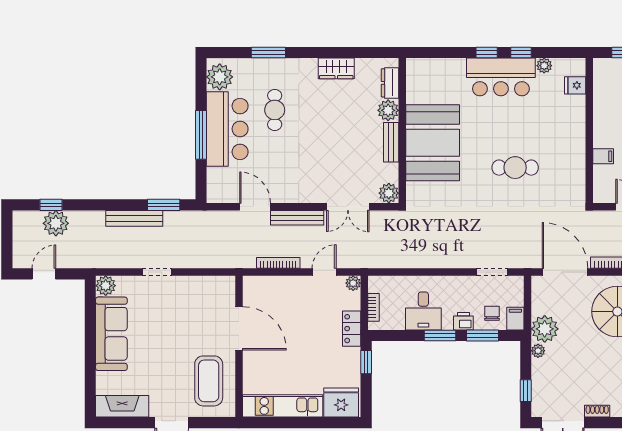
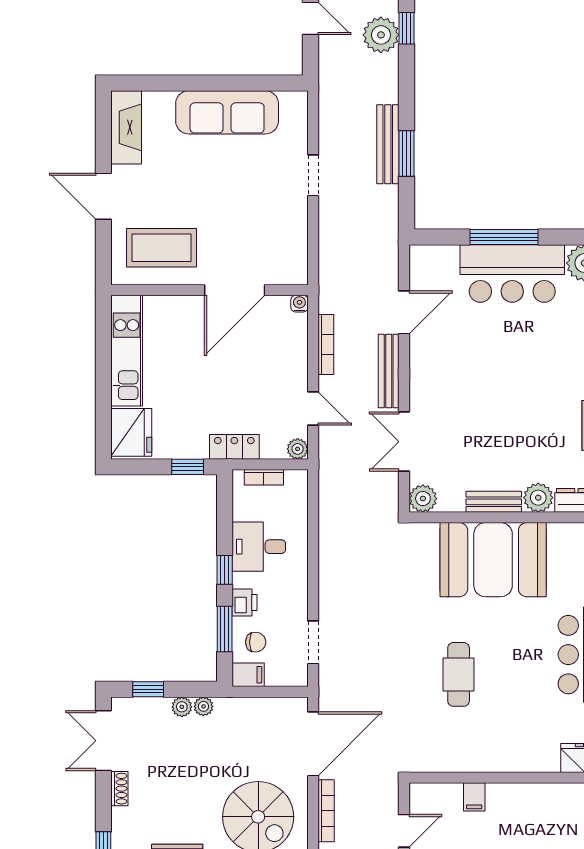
cafe table: (275, 110) -> (539, 340), removed
window: (164, 205) -> (407, 153), moved
water cooler: (249, 282) -> (299, 304), added
plant: (106, 286) -> (294, 104), removed
plant: (545, 329) -> (182, 707), moved, width x0.53, depth x0.53
window: (440, 336) -> (225, 570), width x0.67

